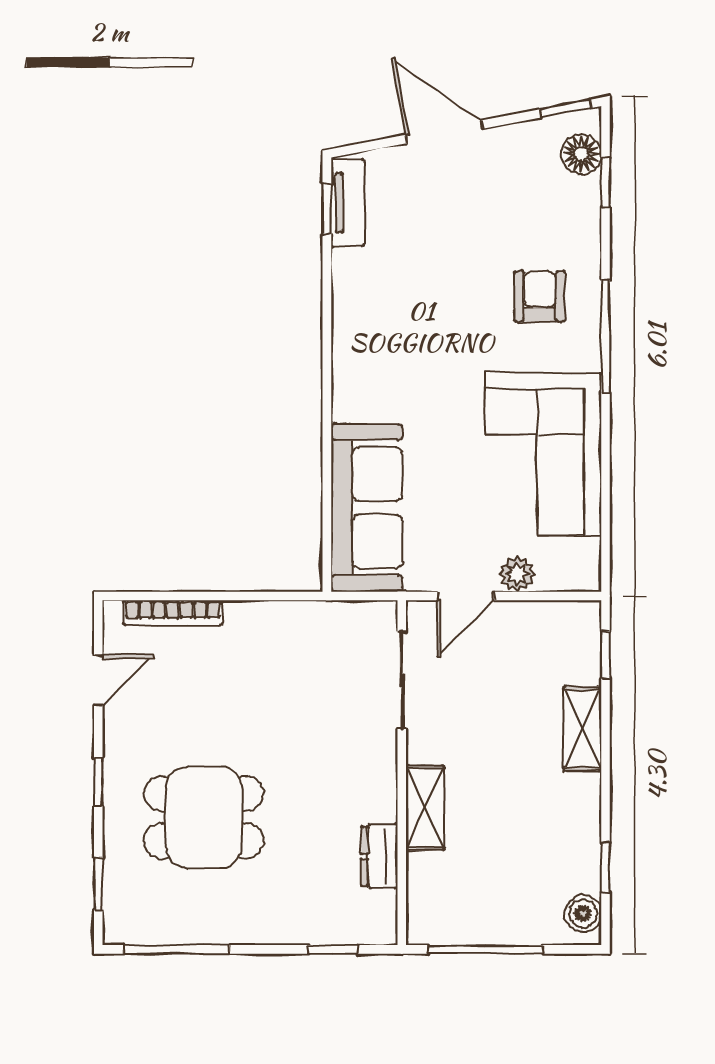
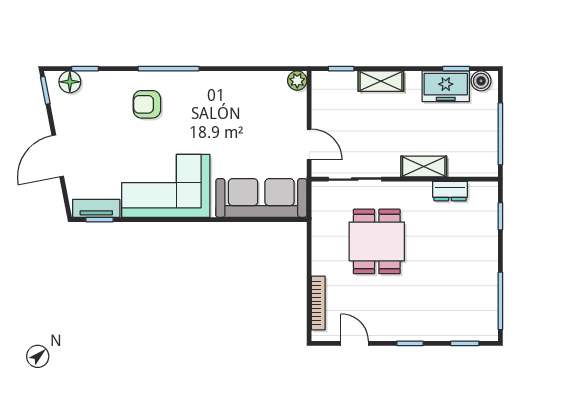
corner sofa: (543, 454) -> (166, 186), moved, turned 180
plant: (517, 574) -> (297, 81), moved
dining table: (204, 817) -> (377, 241), moved
freezer: (573, 848) -> (446, 86), added

